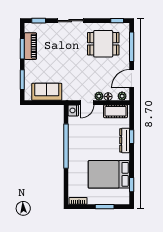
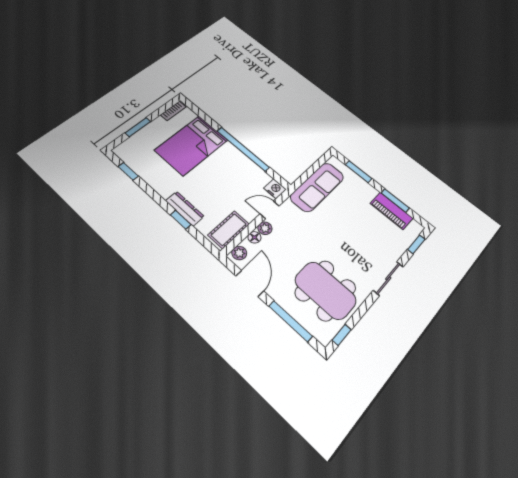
dining table: (103, 44) -> (325, 290), width x1.37
sofa: (47, 92) -> (317, 187), width x1.36
door: (87, 103) -> (270, 210), hinge flipped
bed: (109, 174) -> (191, 145), moved, turned 180

